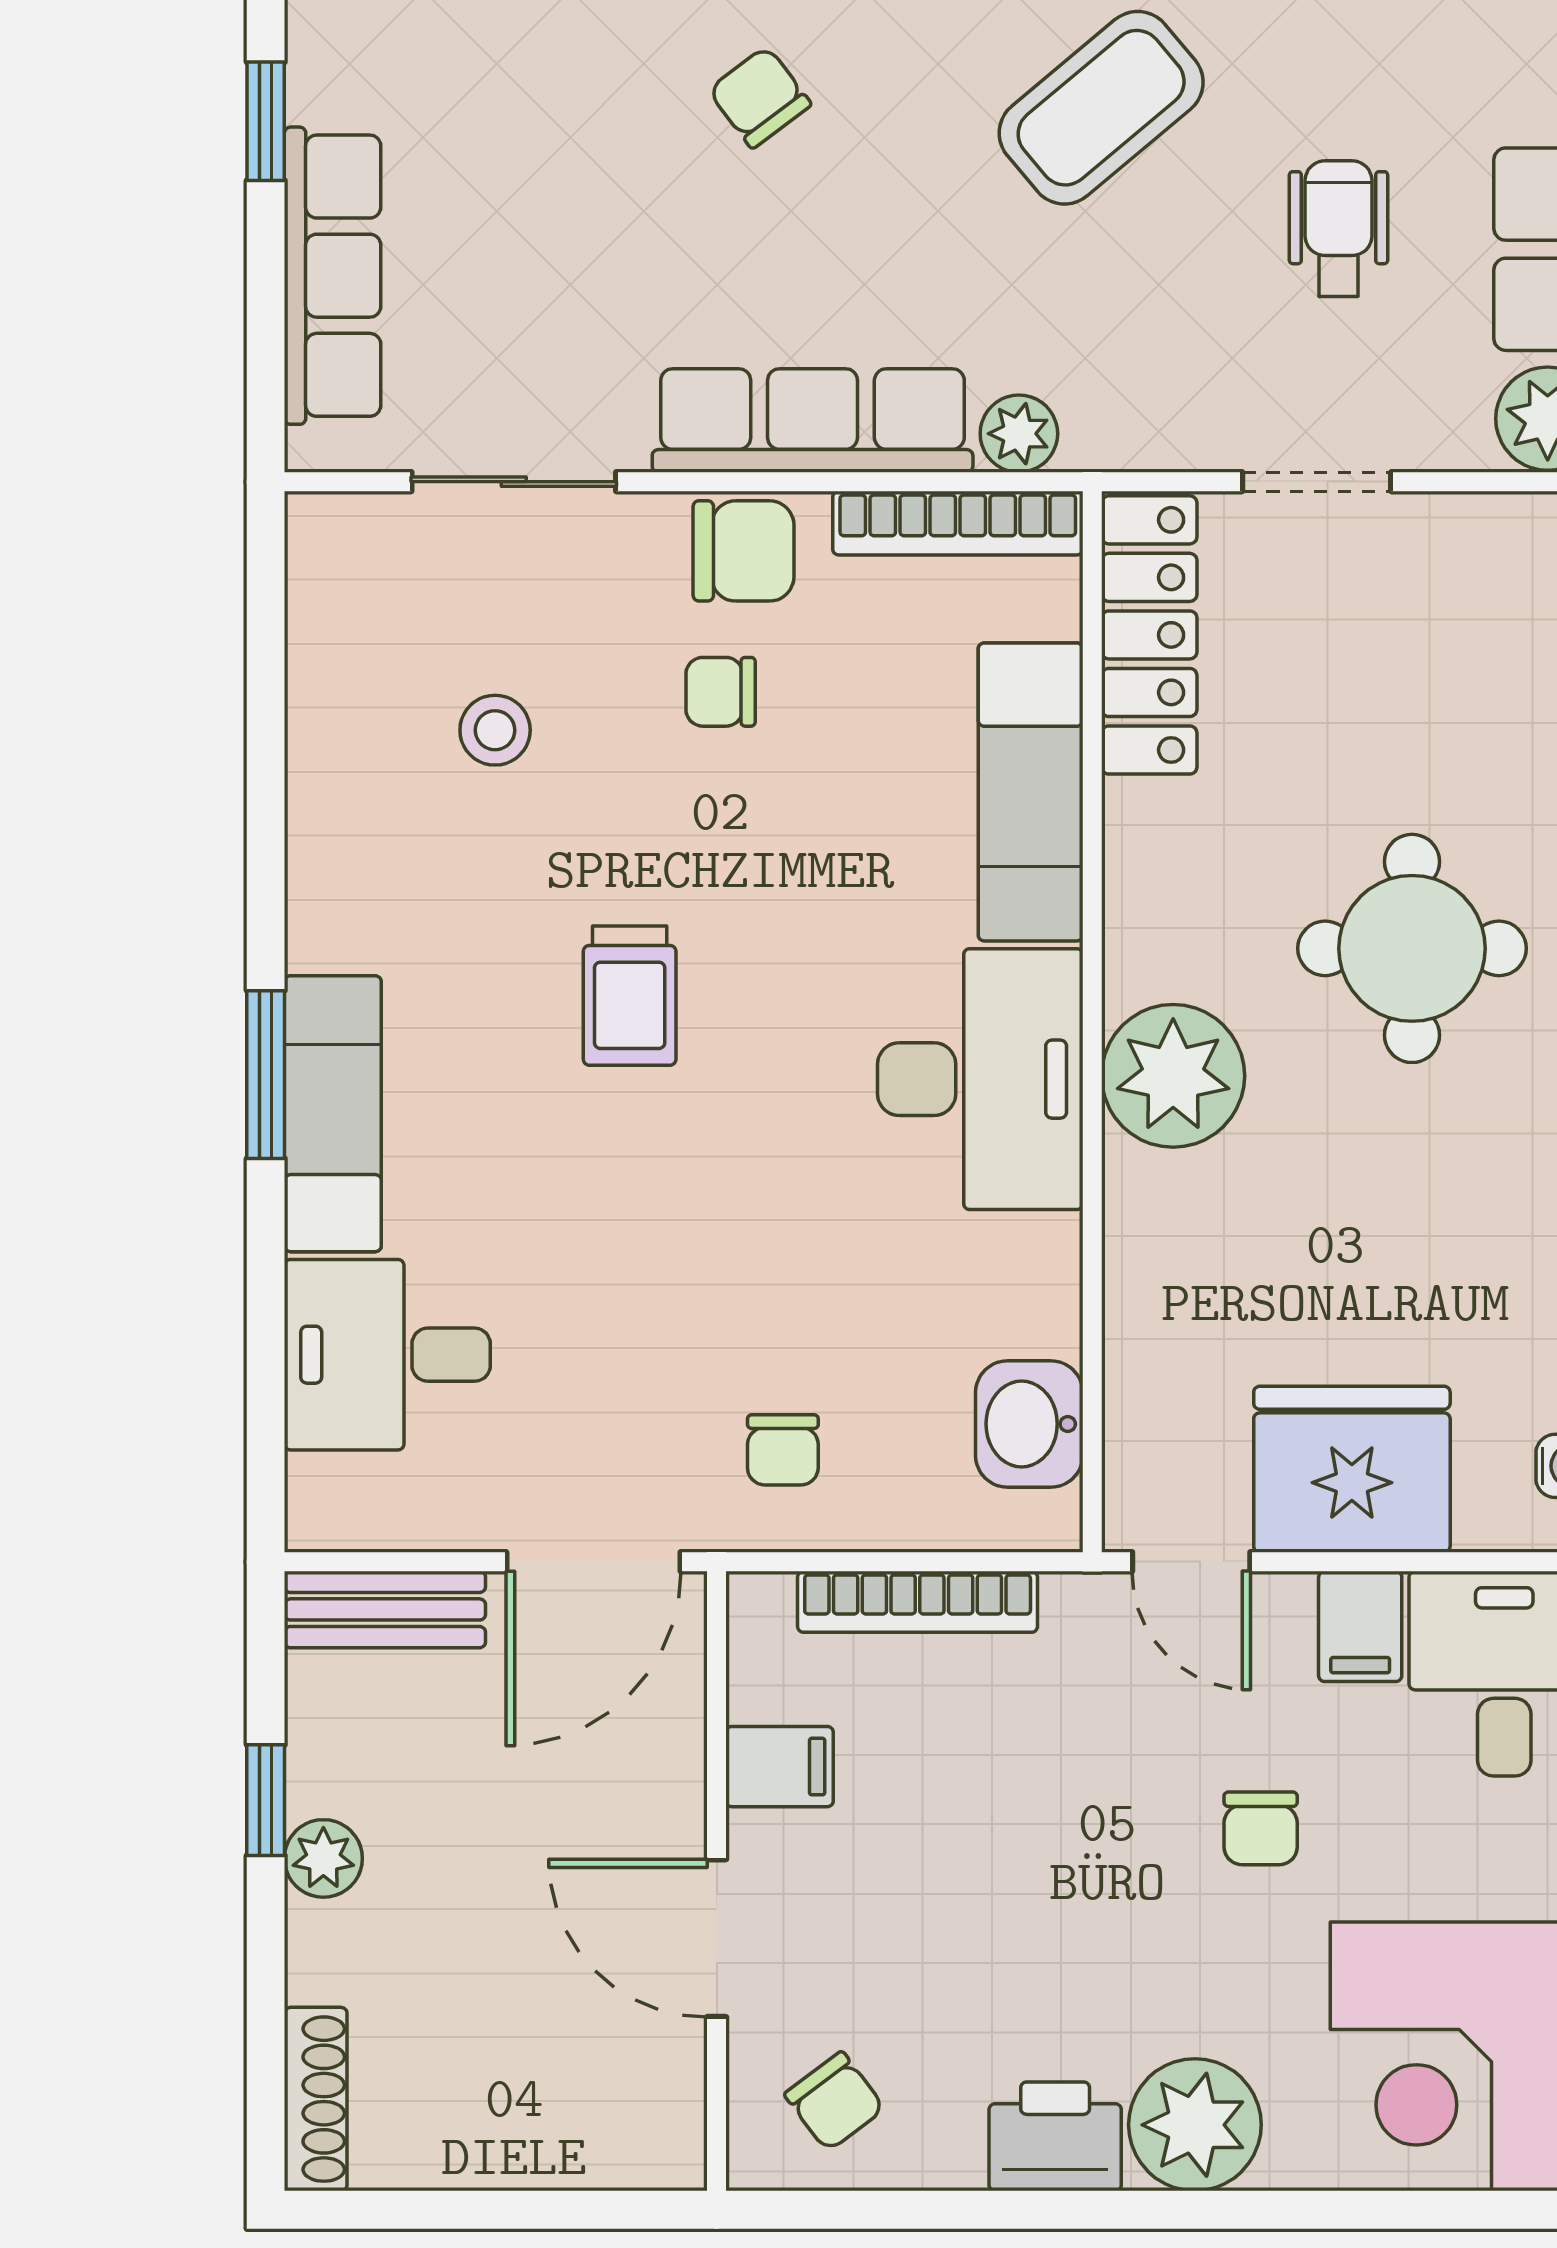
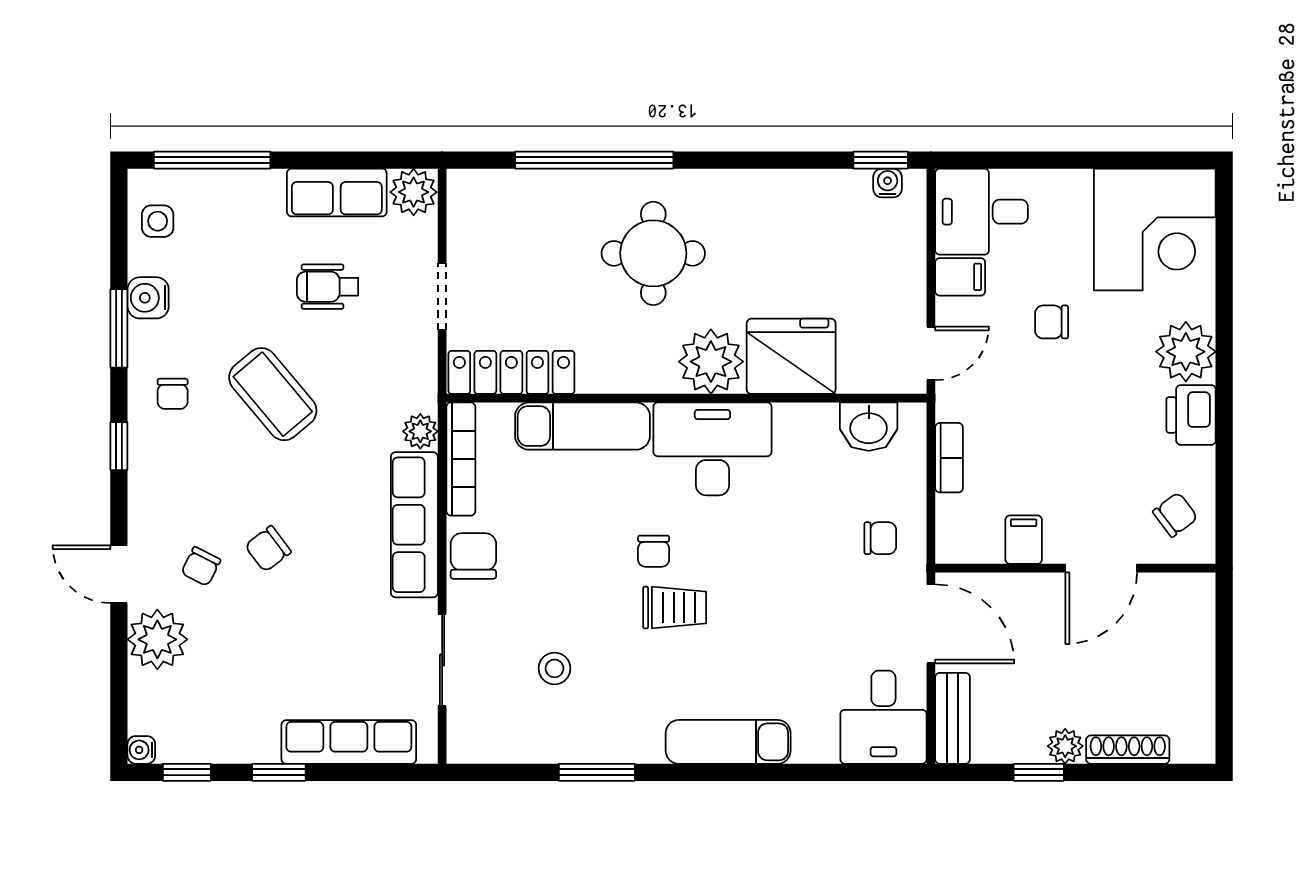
chair: (721, 692) -> (654, 551), moved
window: (266, 1075) -> (597, 772), moved
desk: (387, 1355) -> (883, 717), moved
fridge: (1352, 1469) -> (791, 356), moved, turned 90
bookcase: (918, 1602) -> (949, 458), width x0.64
chair: (1261, 1828) -> (1052, 322), turned 180
shoe rack: (316, 2099) -> (1128, 750), moved

